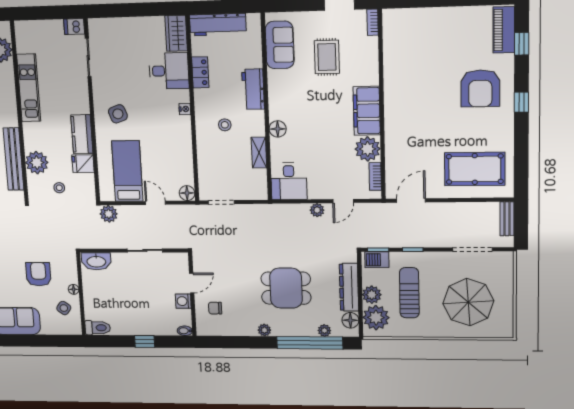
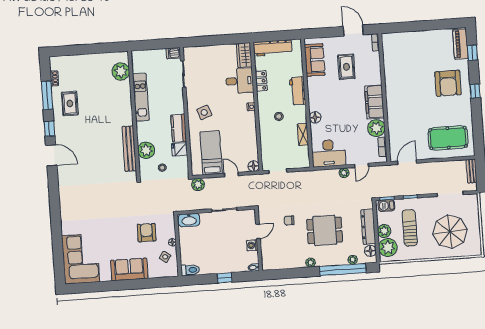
desk: (289, 181) -> (329, 153), width x1.37
chair: (215, 308) -> (289, 220), moved

